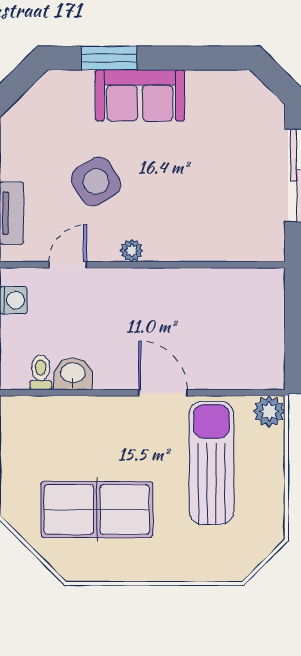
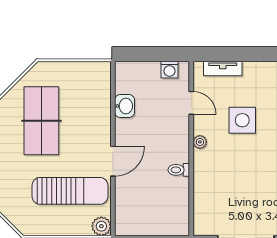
side table: (96, 181) -> (242, 120), turned 31
toilet: (41, 372) -> (179, 170), moved, turned 180

